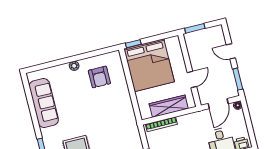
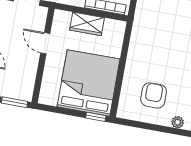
door: (192, 79) -> (45, 43), hinge flipped
wardrobe: (169, 106) -> (87, 24), width x0.67

